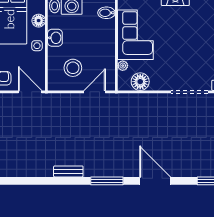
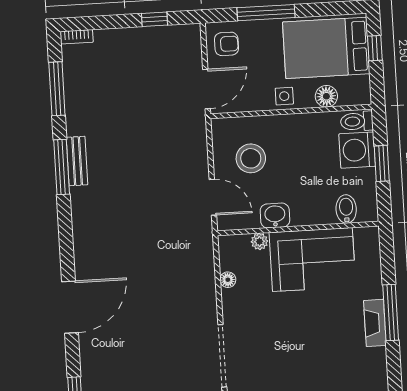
washbasin: (55, 38) -> (275, 216), moved, turned 180
floor lamp: (140, 82) -> (228, 280), width x0.53, depth x0.53
window: (25, 181) -> (57, 89), added
window: (107, 181) -> (62, 167), moved

